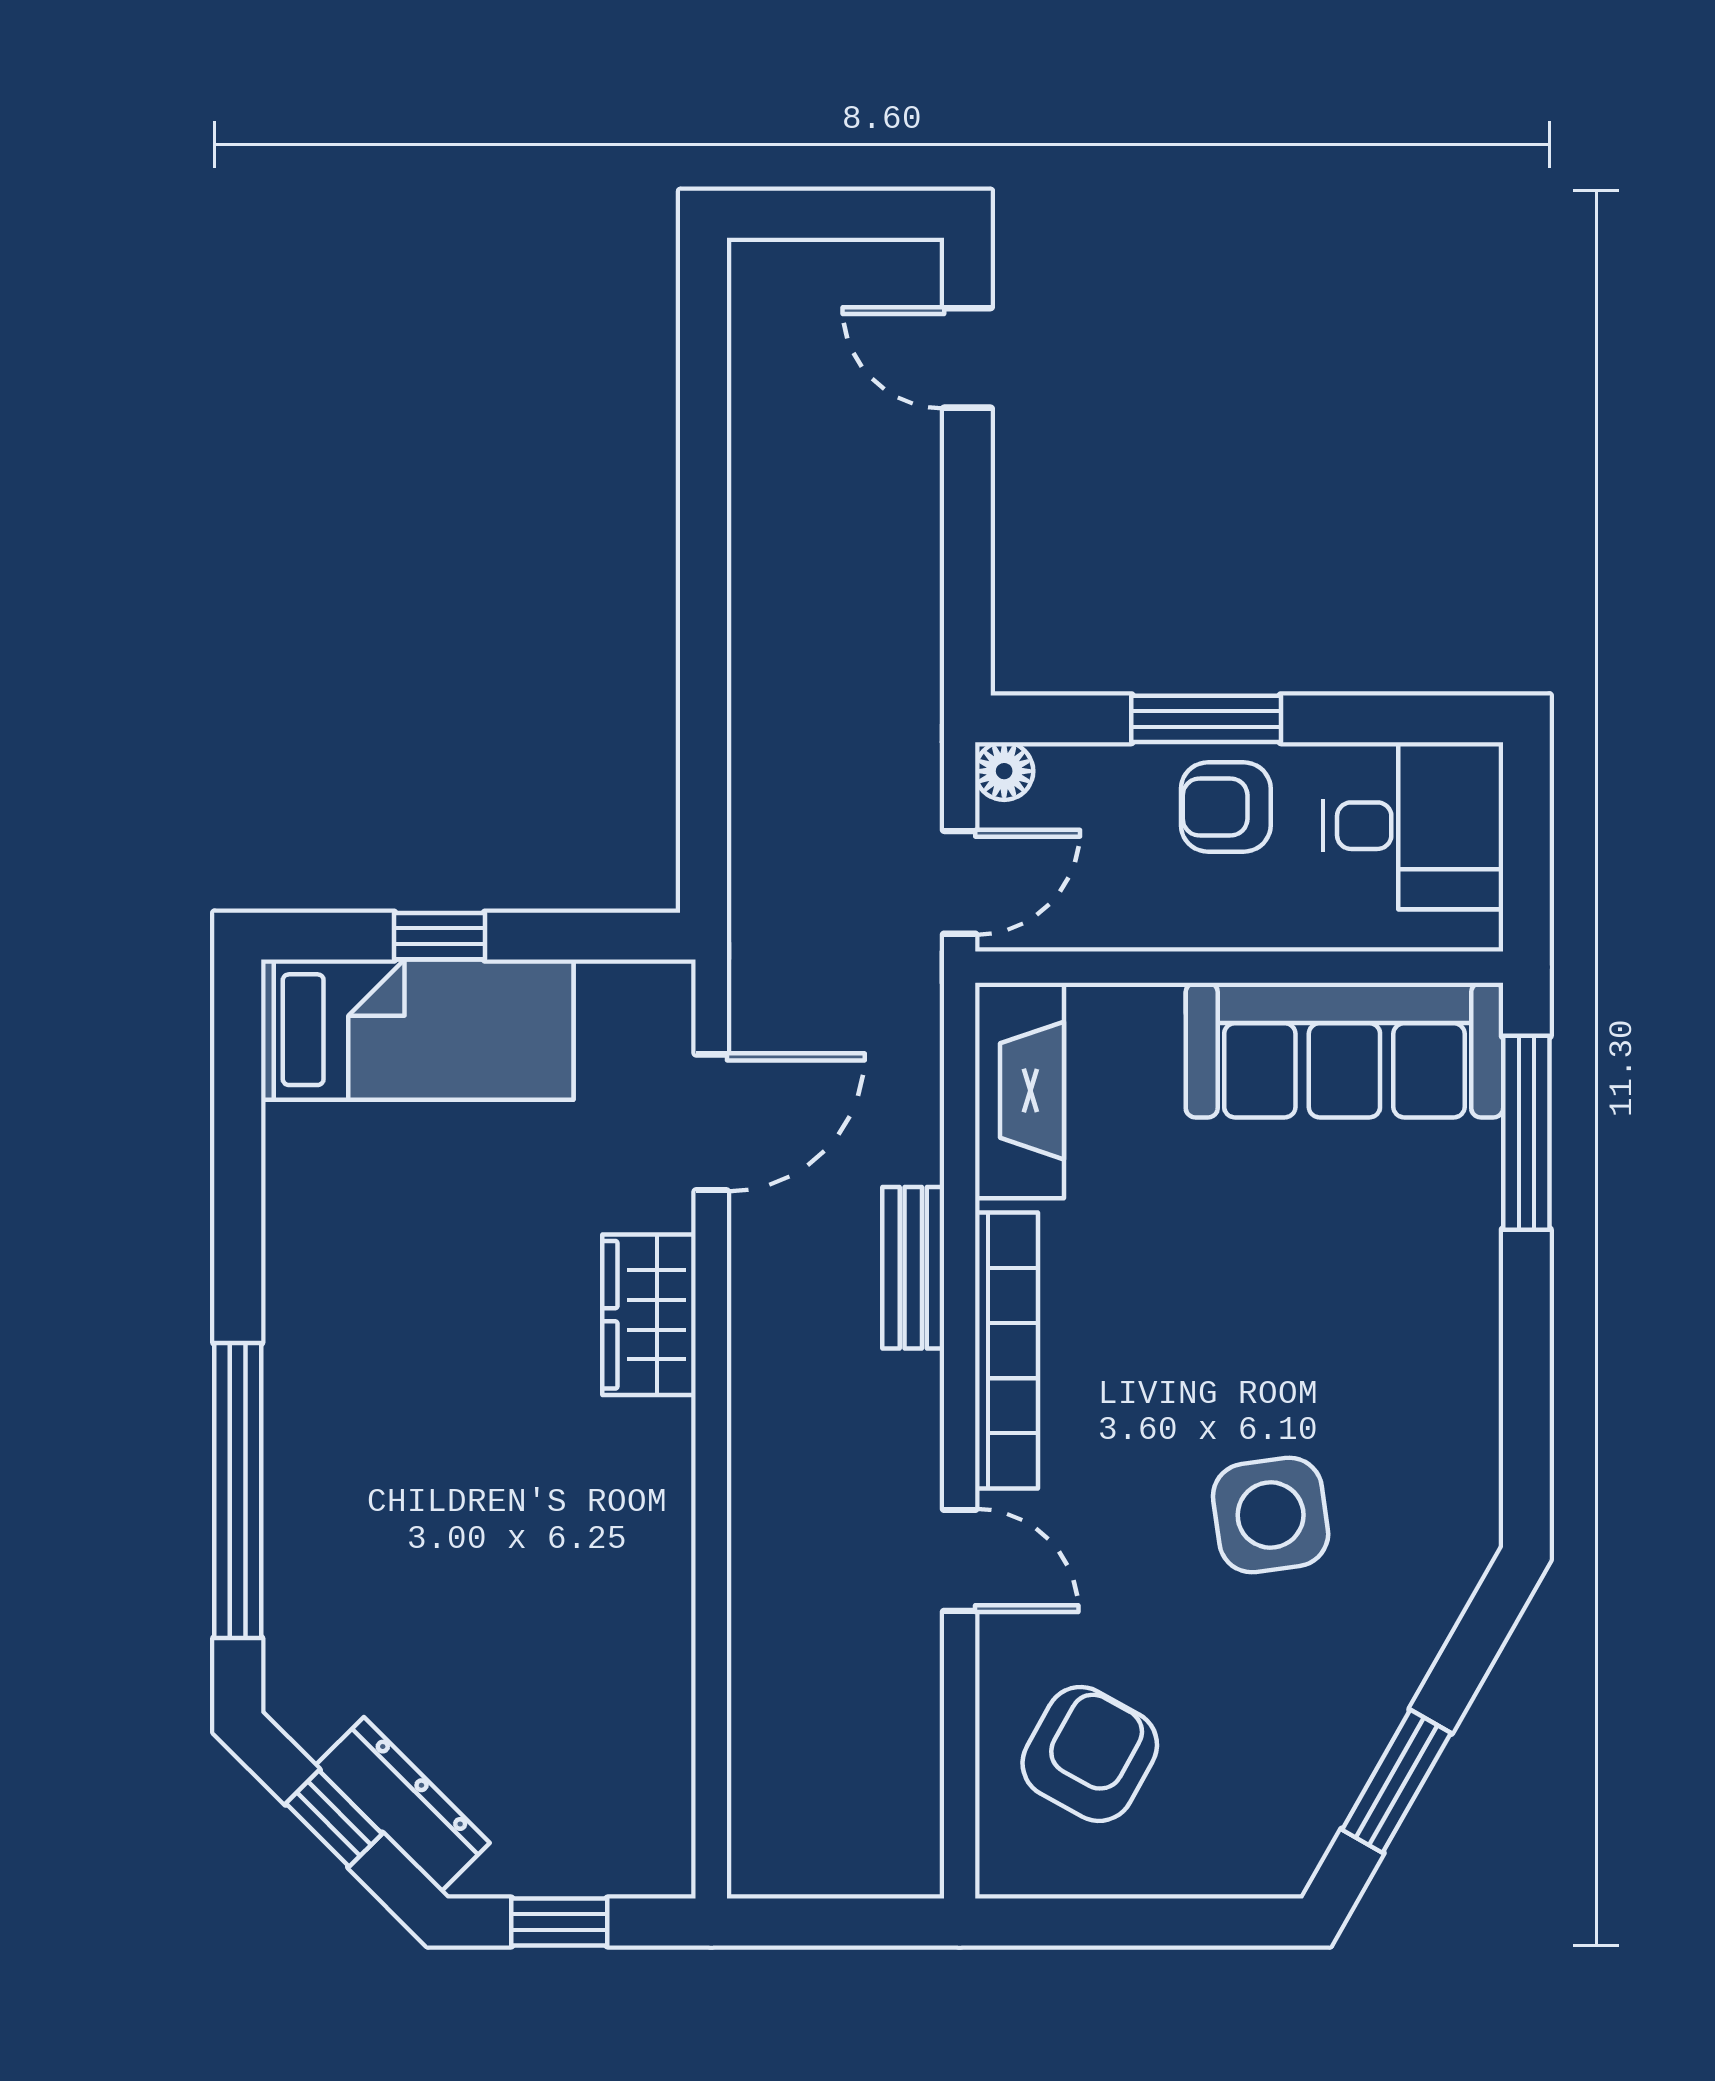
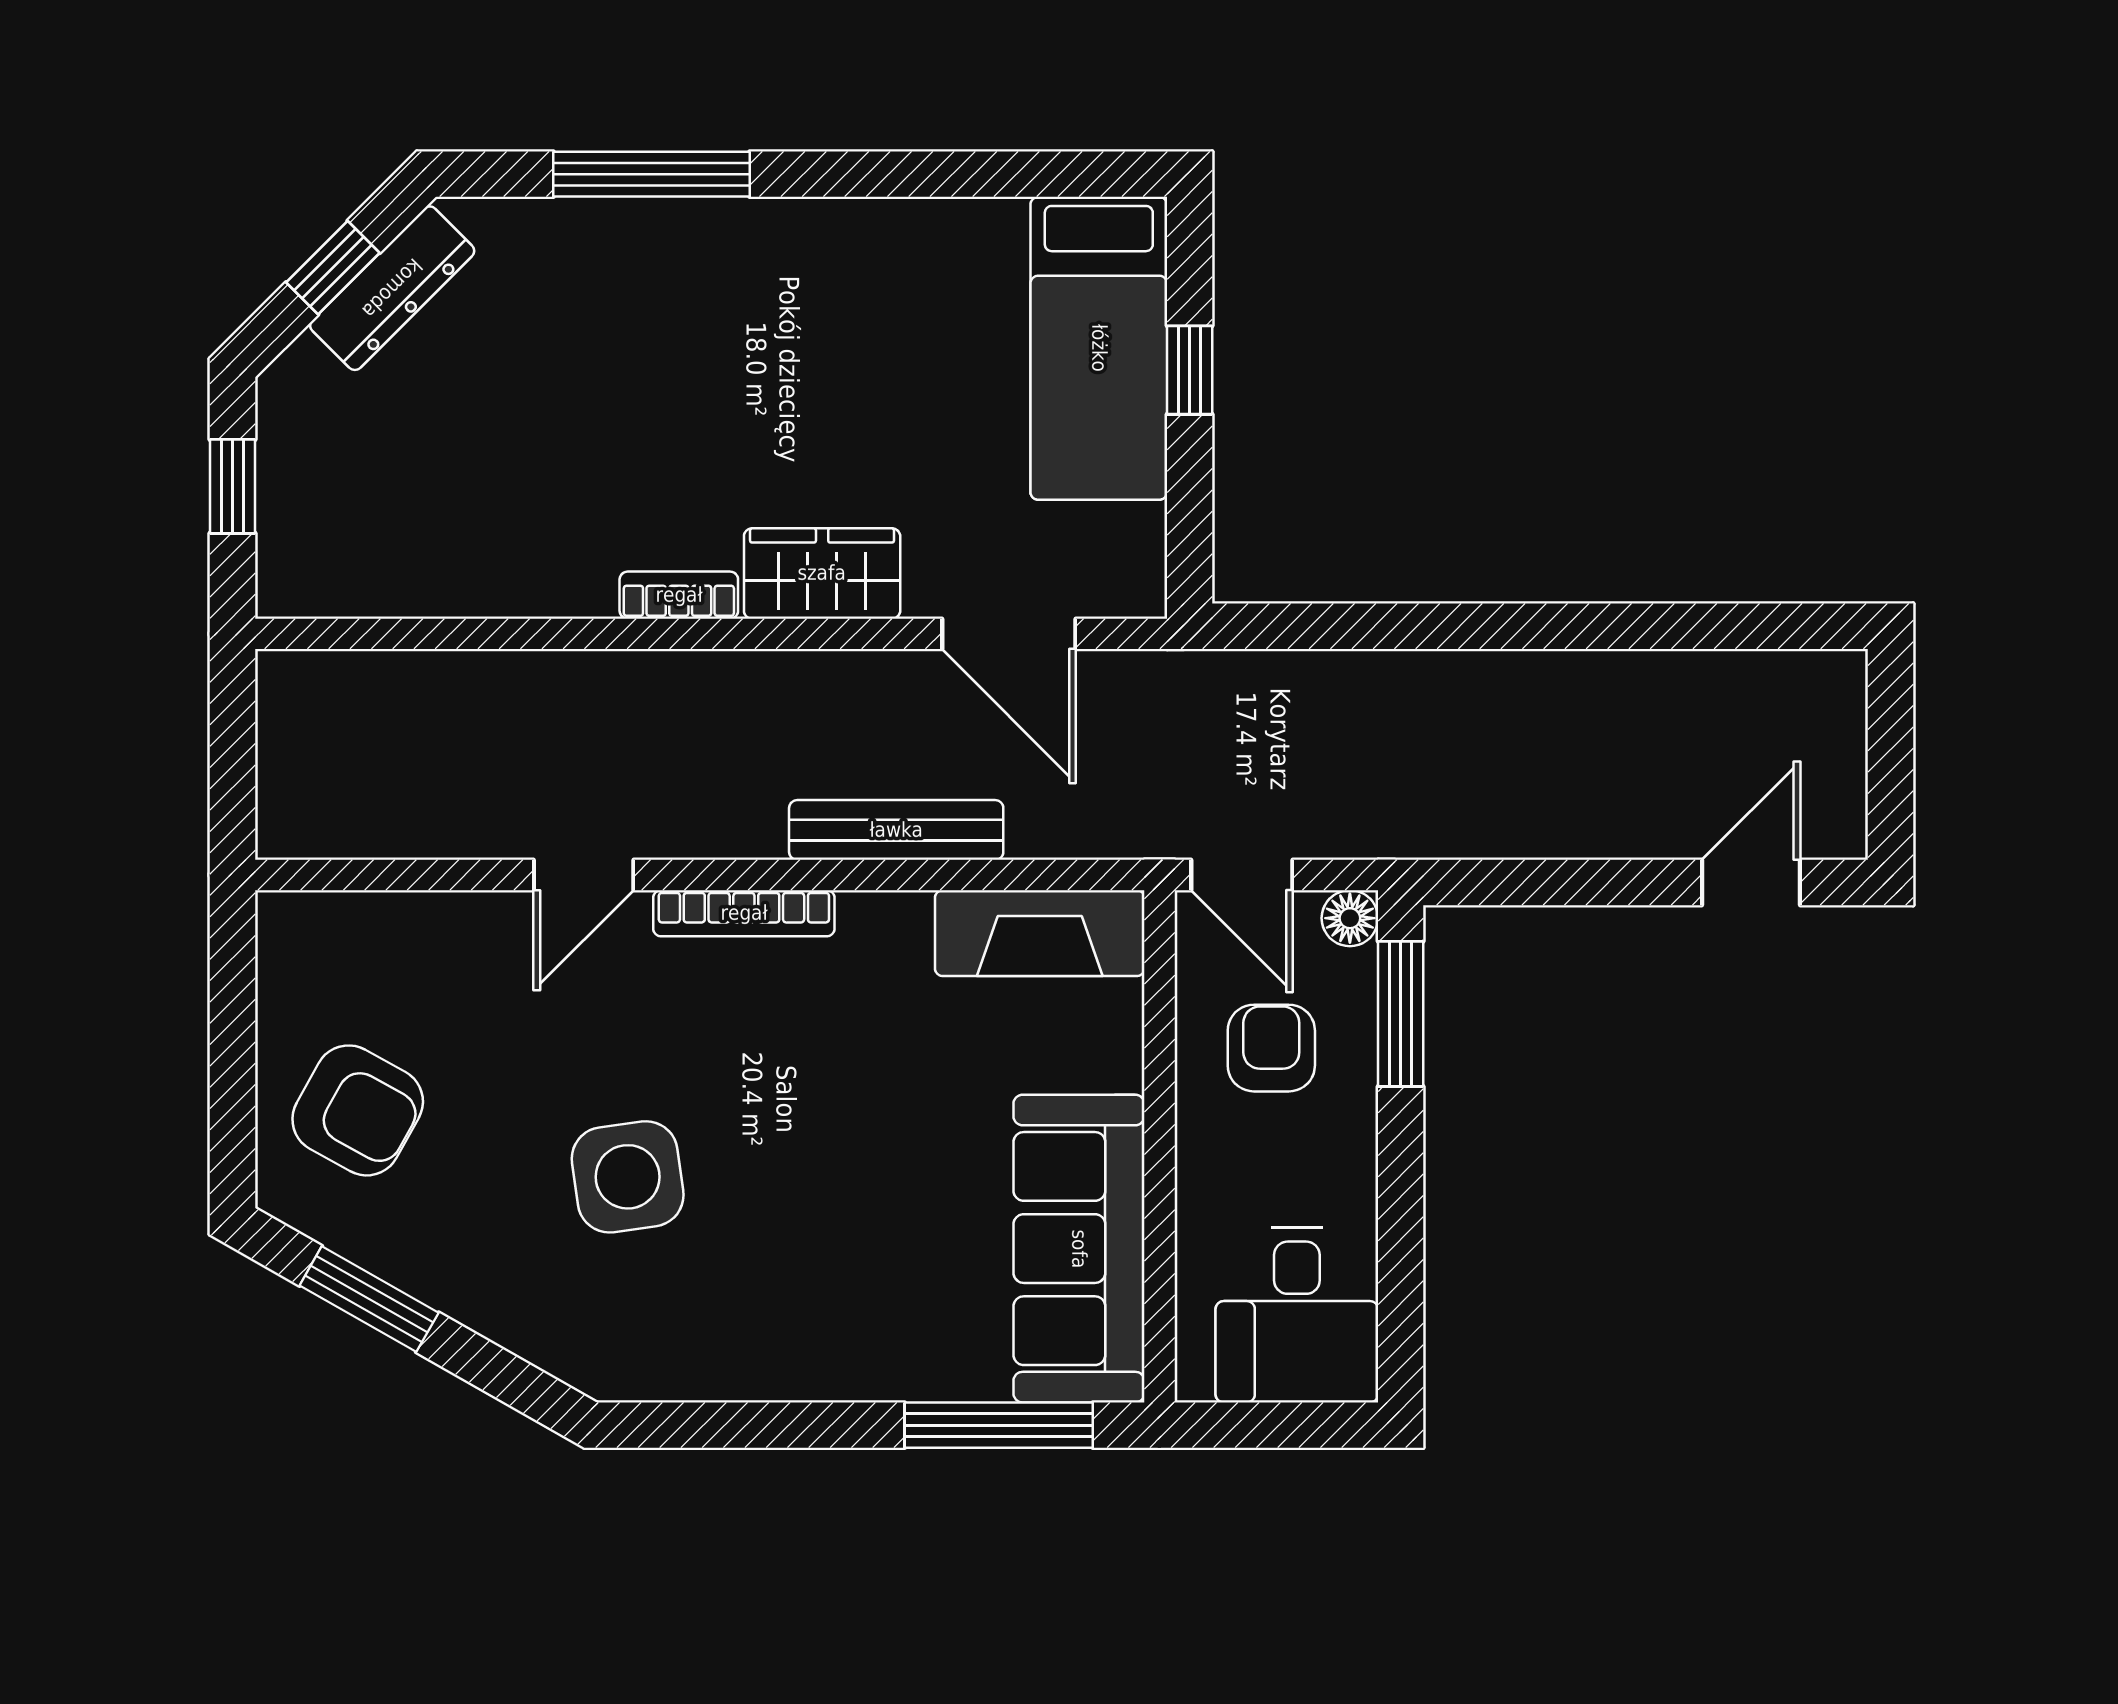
window: (1206, 719) -> (1401, 1014), moved
armchair: (1226, 807) -> (1271, 1048), moved
bench: (913, 1268) -> (896, 830), width x1.36
bookcase: (1007, 1350) -> (744, 913), width x0.68, depth x0.76
bookcase: (671, 1462) -> (679, 595), added
window: (238, 1490) -> (651, 174), width x0.68
armchair: (1090, 1754) -> (358, 1110), moved
dresser: (402, 1805) -> (392, 288), moved

